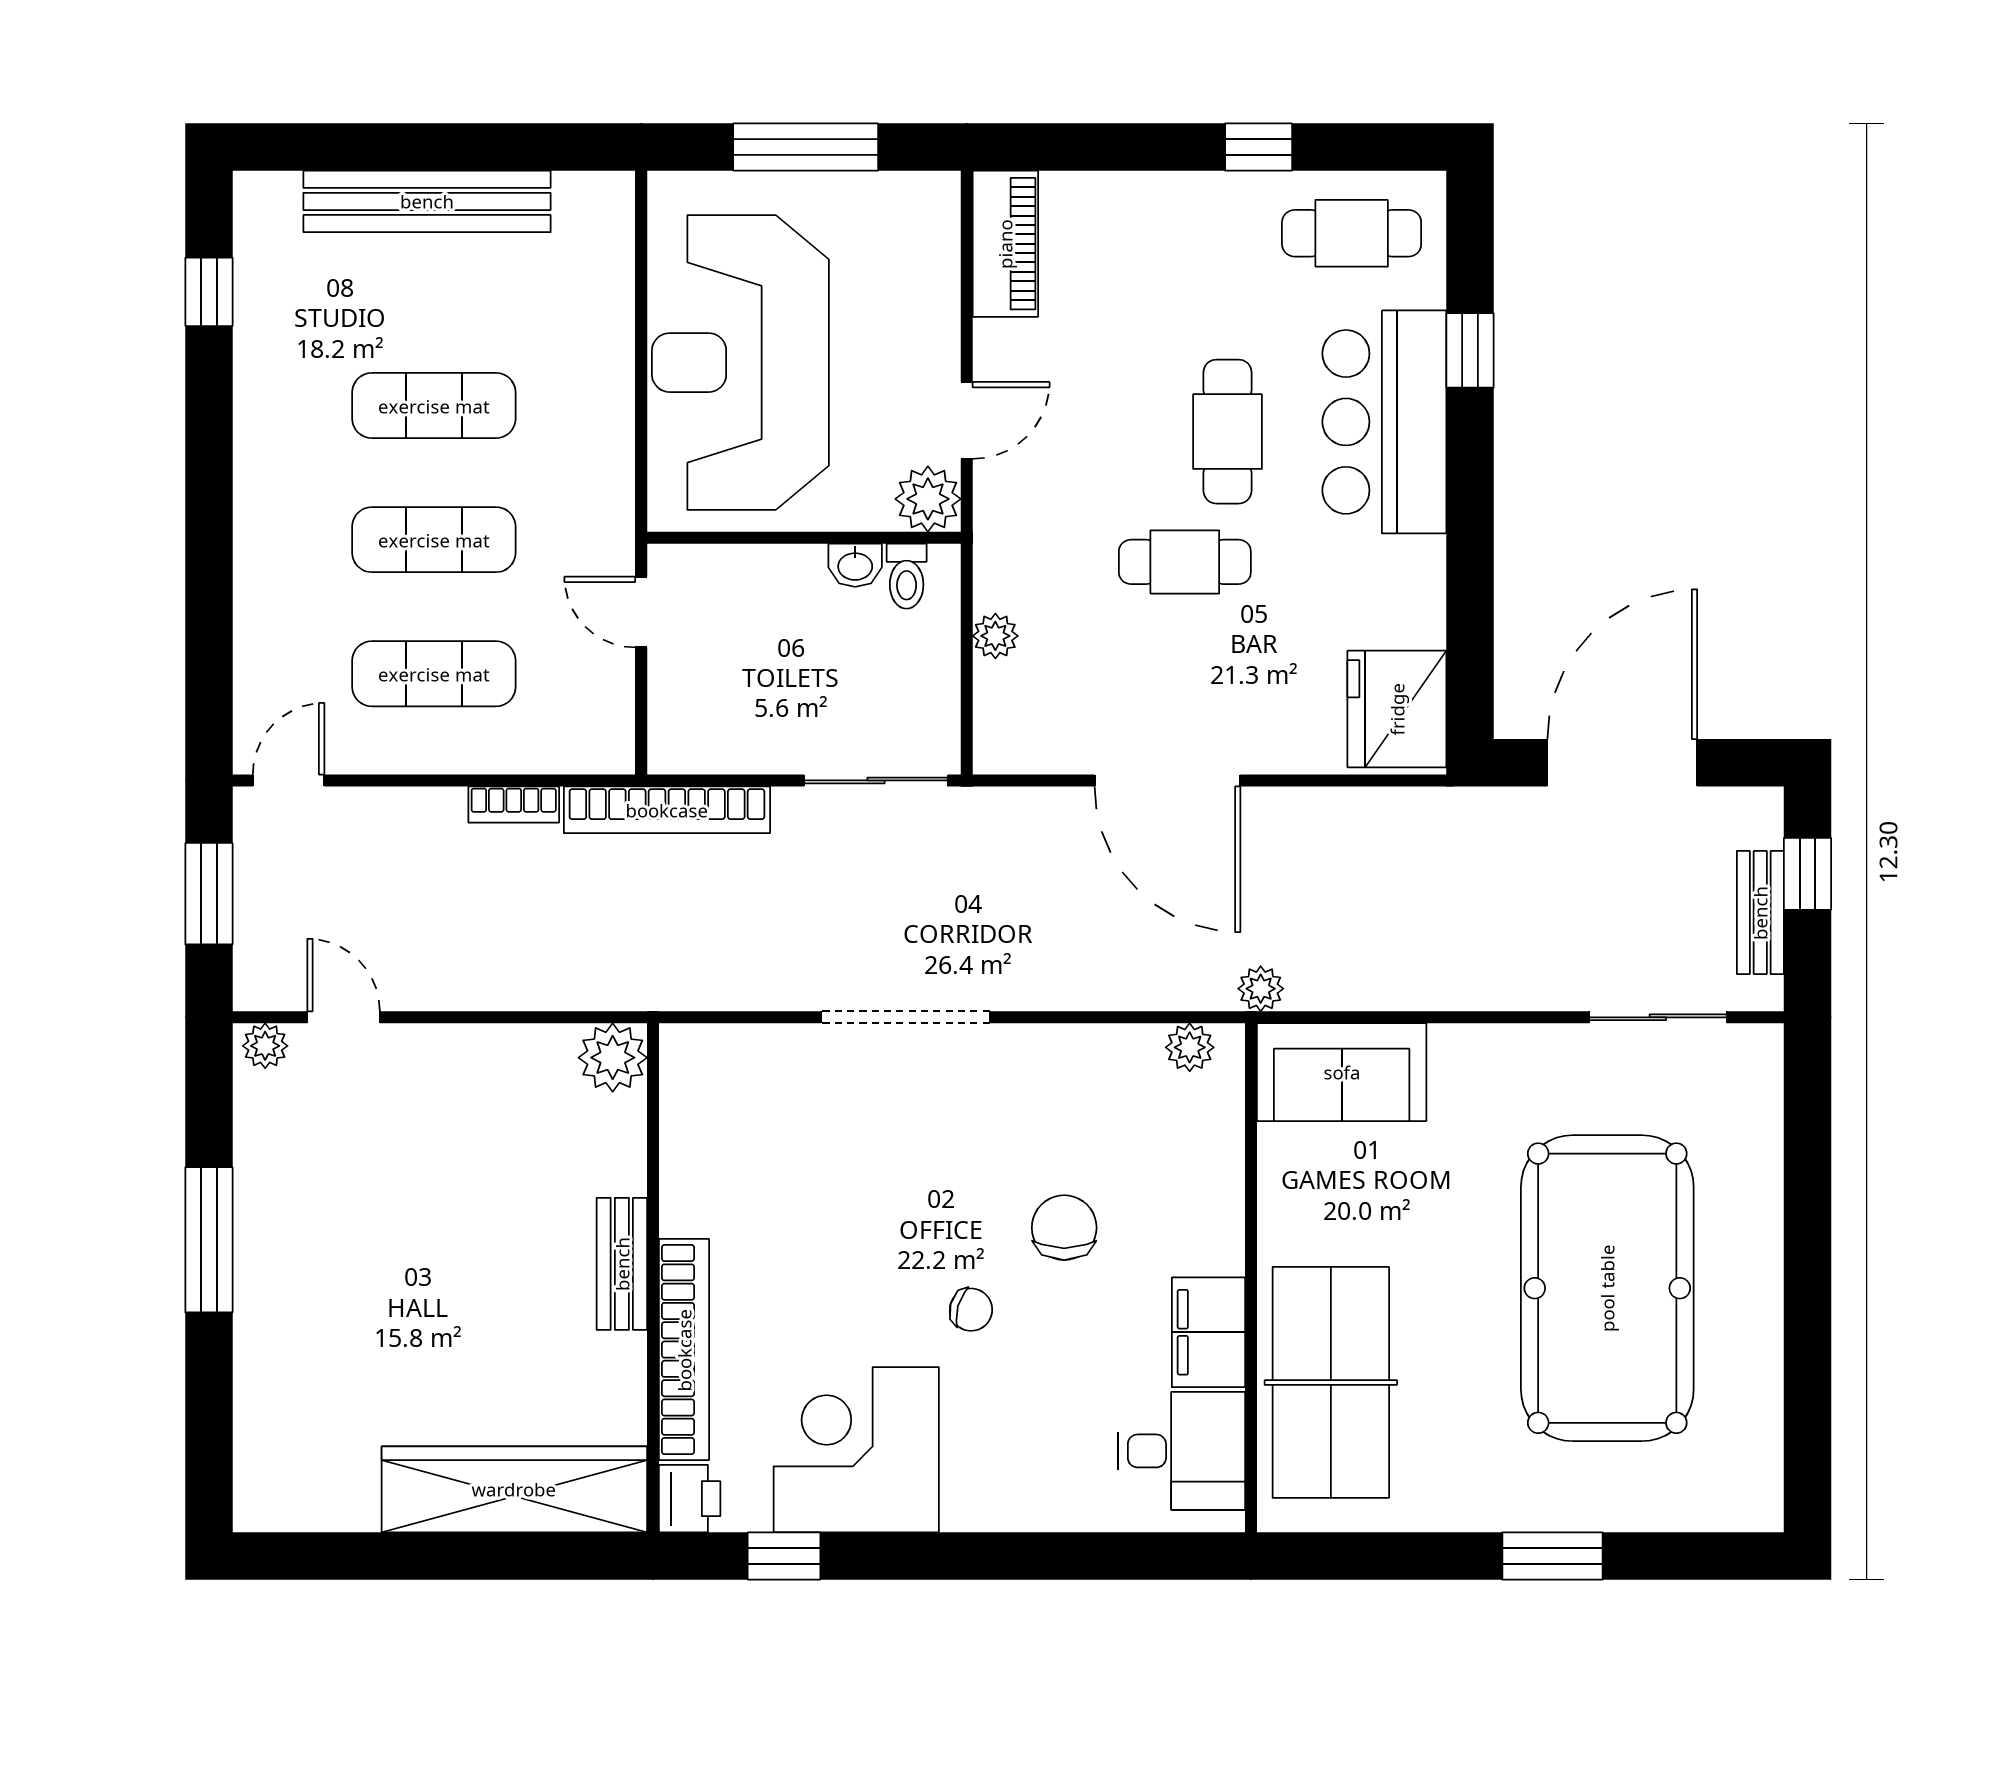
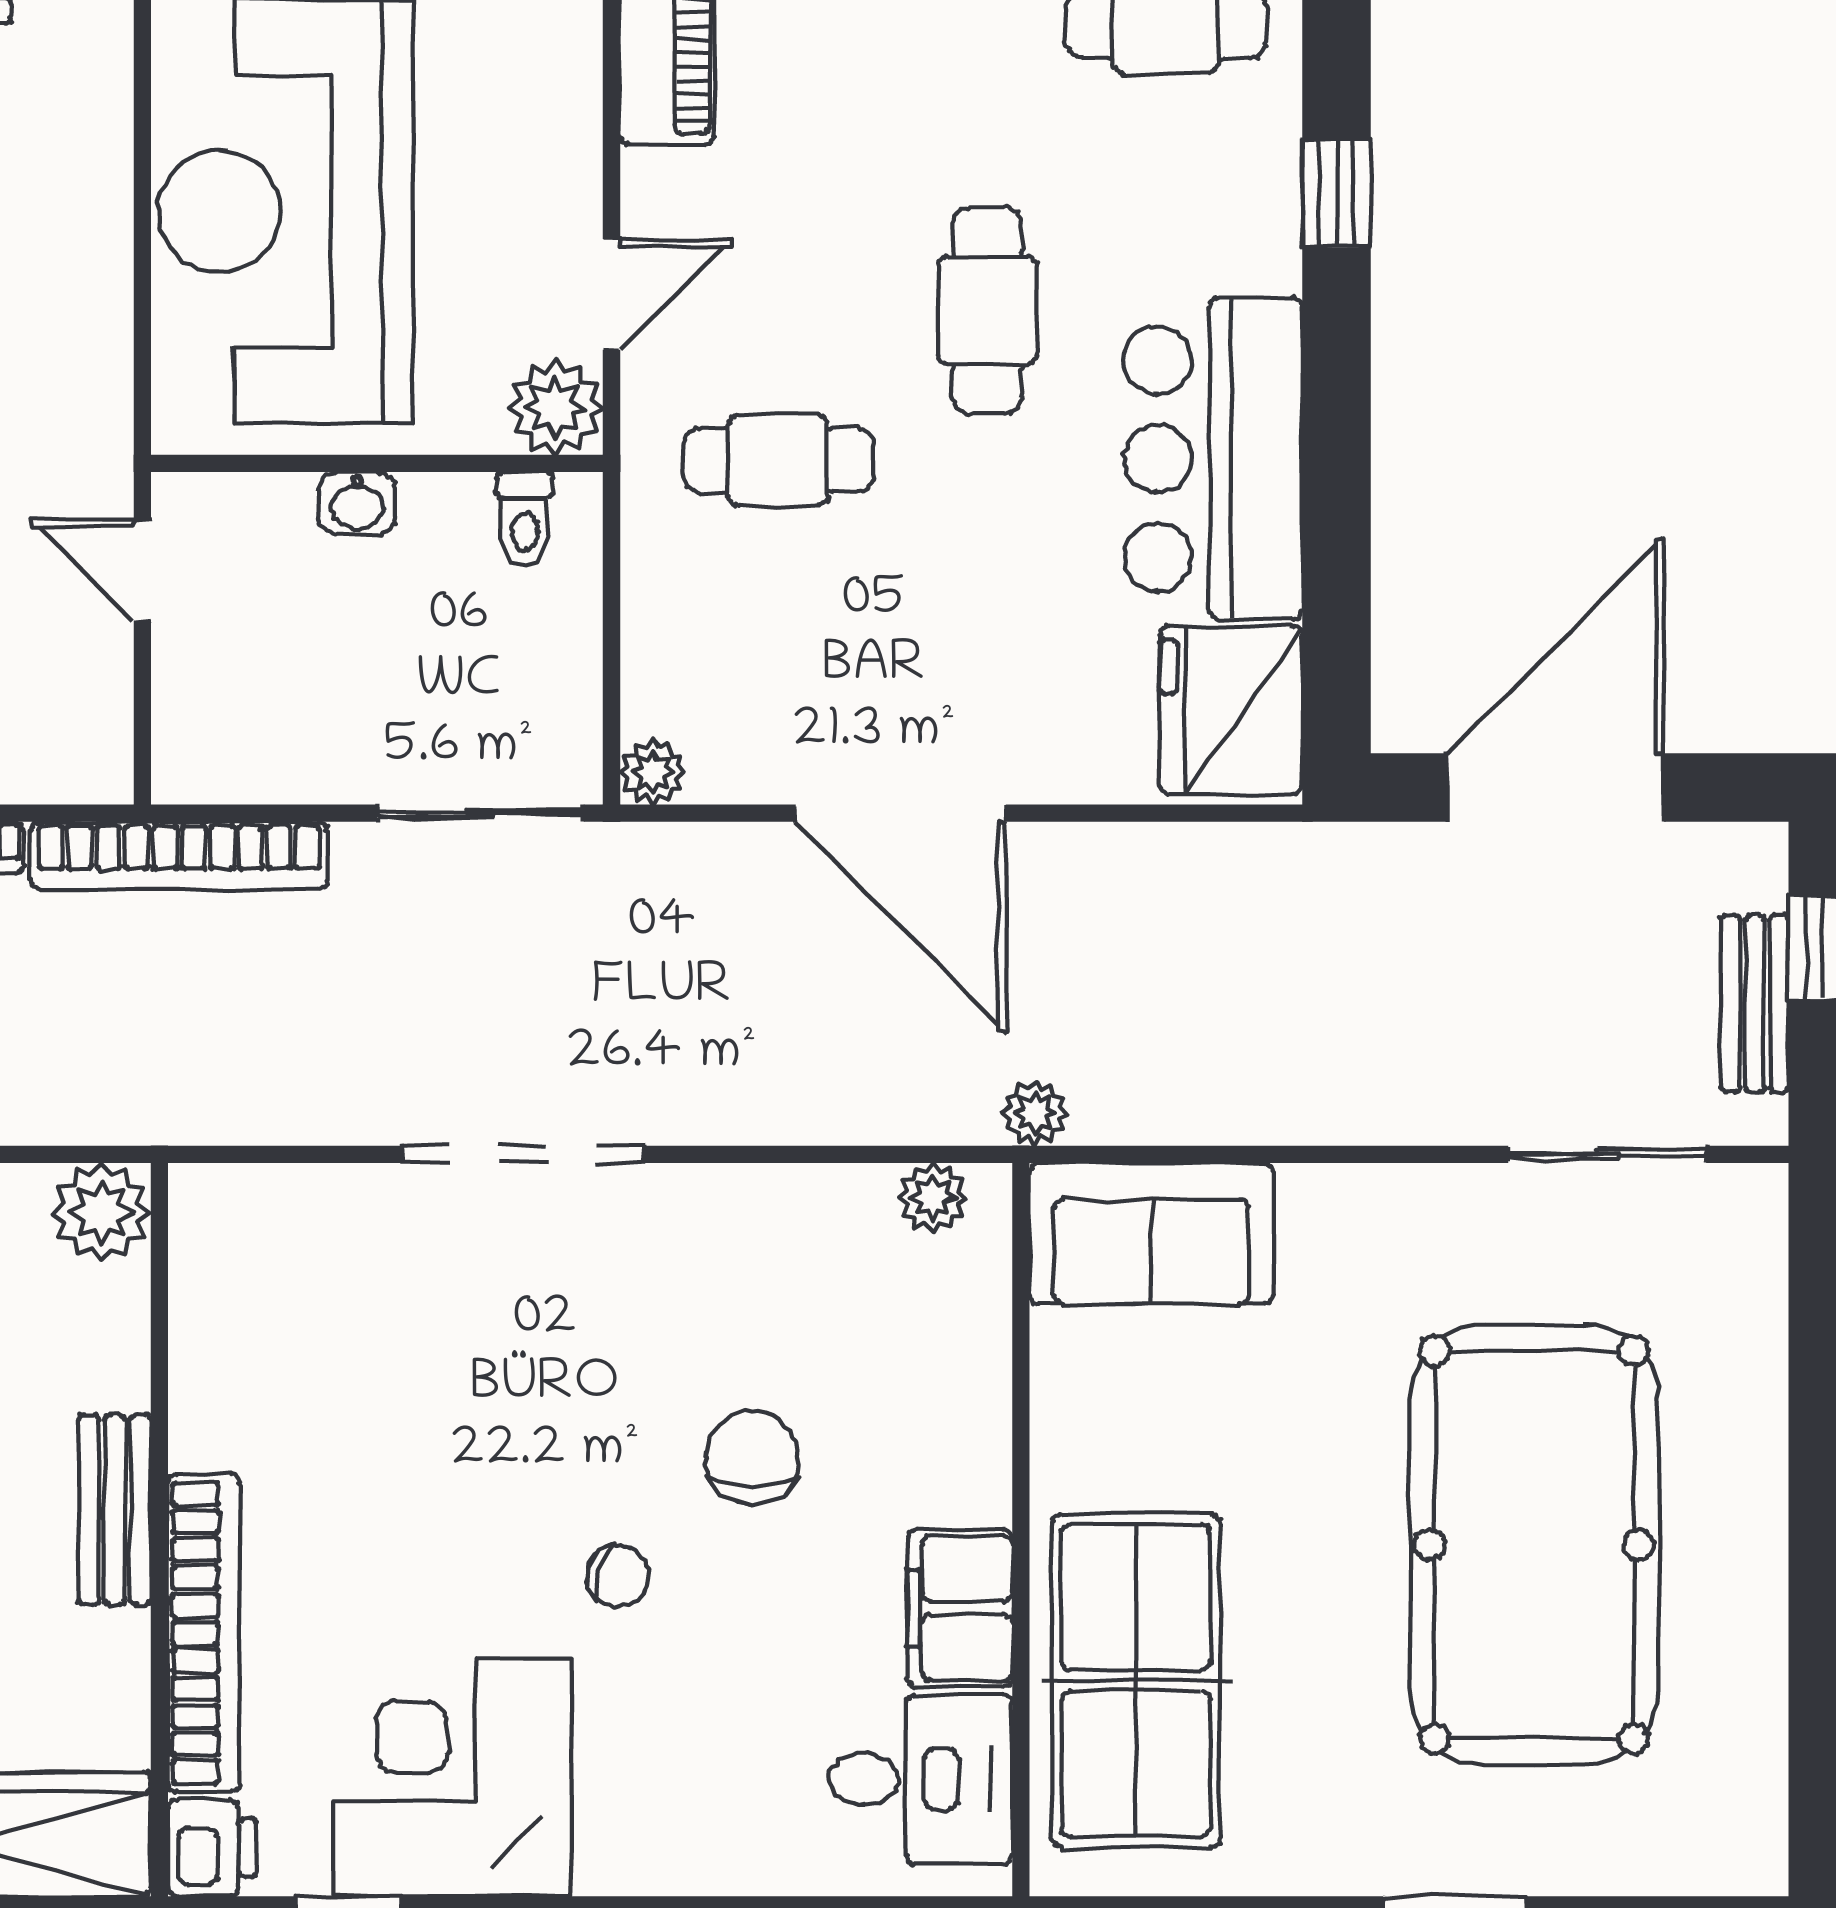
bar counter: (1384, 422) -> (1213, 459), moved
cafe table: (1185, 562) -> (778, 460), moved
washbasin: (855, 565) -> (357, 503), moved
plant: (995, 636) -> (653, 772), moved

